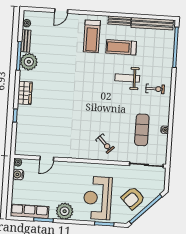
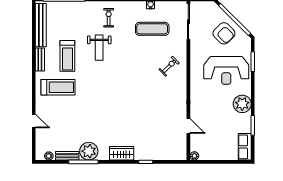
water cooler: (18, 175) -> (207, 155), removed
row of seats: (29, 211) -> (245, 147), width x0.68

